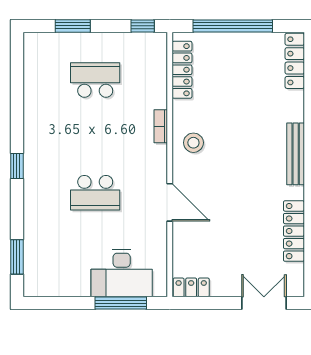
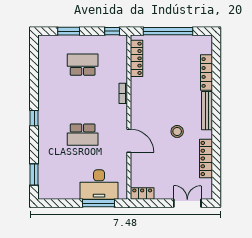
locker: (295, 61) -> (207, 72), moved
stool: (193, 143) -> (177, 131), moved

